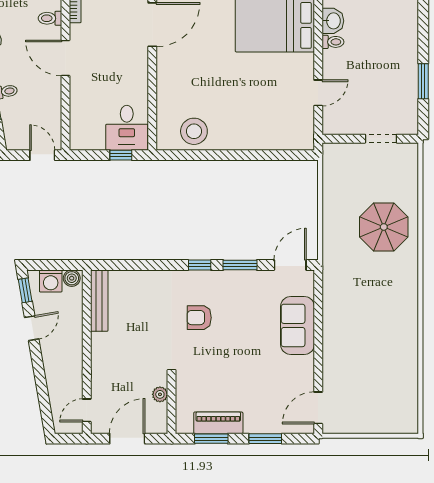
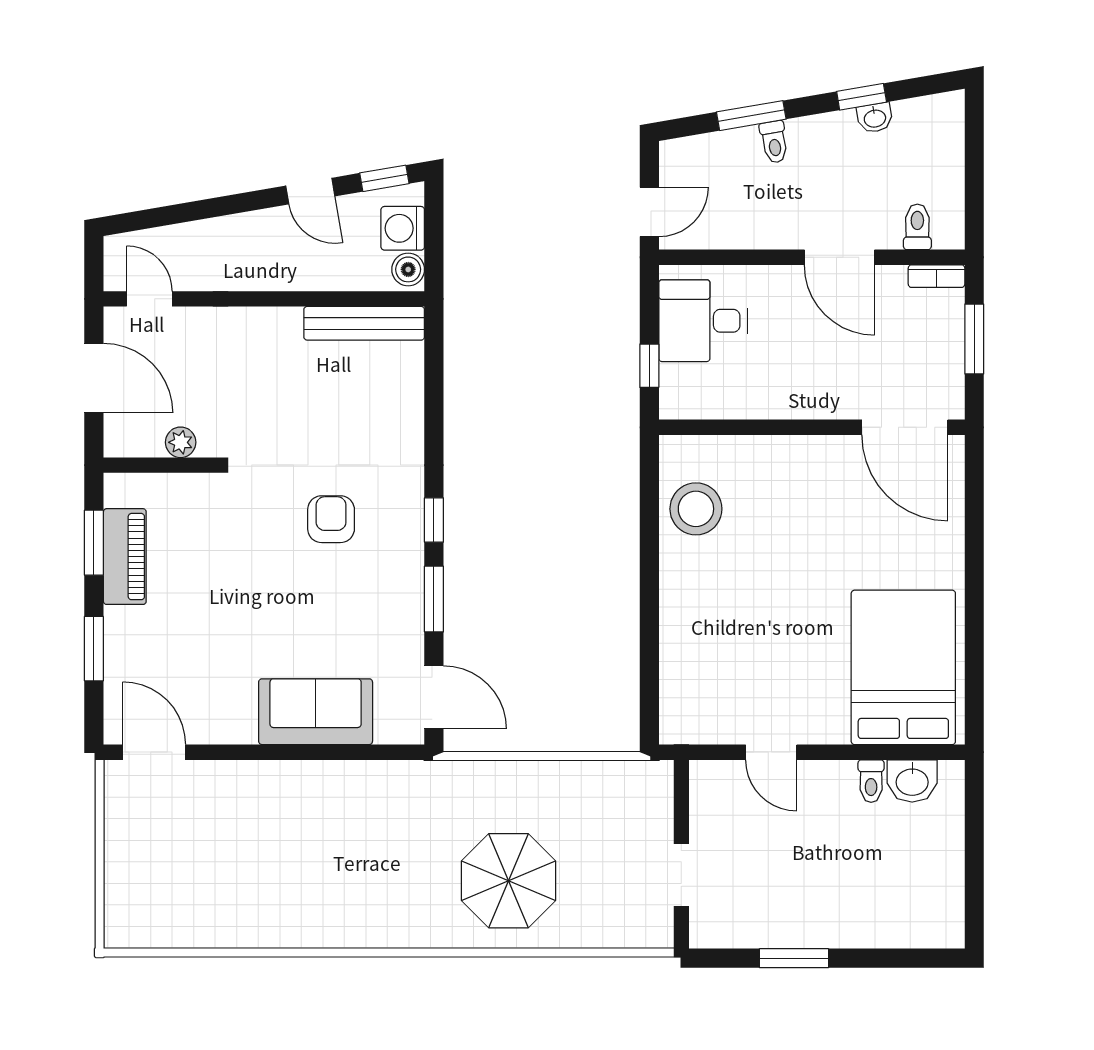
door: (65, 58) -> (839, 257), swing flipped
desk: (127, 128) -> (703, 321), moved

